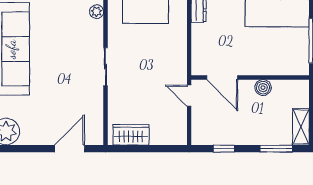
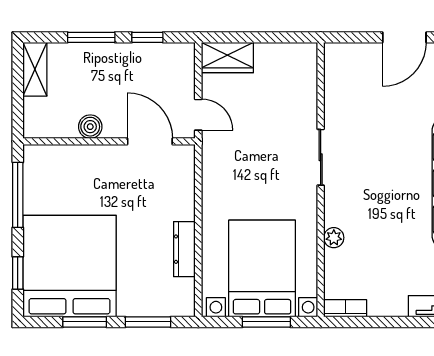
wardrobe: (131, 135) -> (227, 58), moved
door: (70, 149) -> (404, 37), moved
window: (276, 149) -> (91, 37), moved

